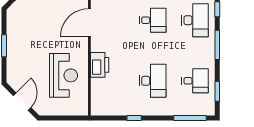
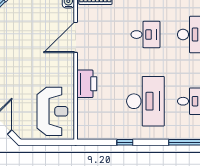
reception desk: (64, 75) -> (52, 111), moved
desk: (153, 81) -> (145, 101), width x1.36, depth x1.30

